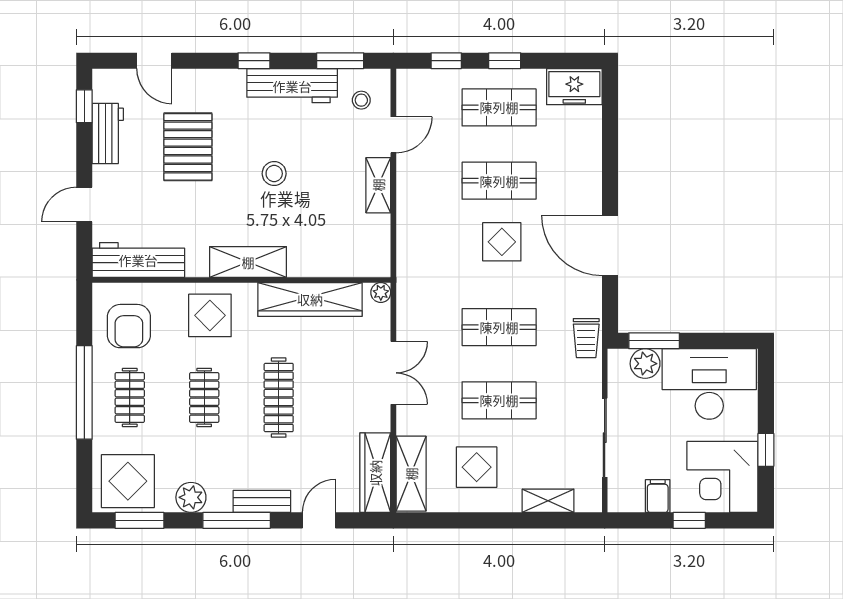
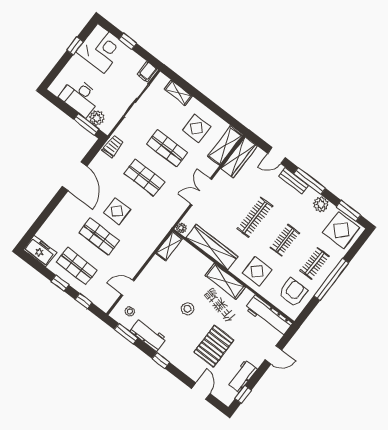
workbench: (292, 86) -> (148, 335), width x0.73
shelving: (378, 185) -> (169, 246), moved
desk: (709, 384) -> (80, 97), width x0.73, depth x0.77
filing cabinet: (658, 496) -> (147, 72), moved

